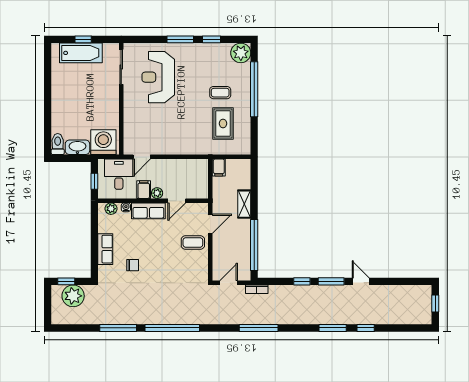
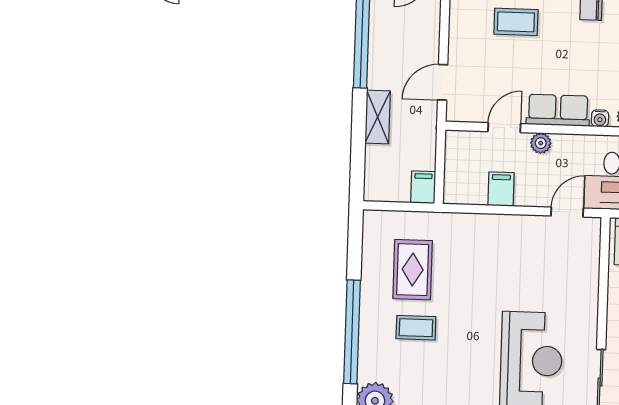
filing cabinet: (144, 190) -> (501, 189), moved, turned 180
coffee table: (193, 242) -> (516, 22), moved

